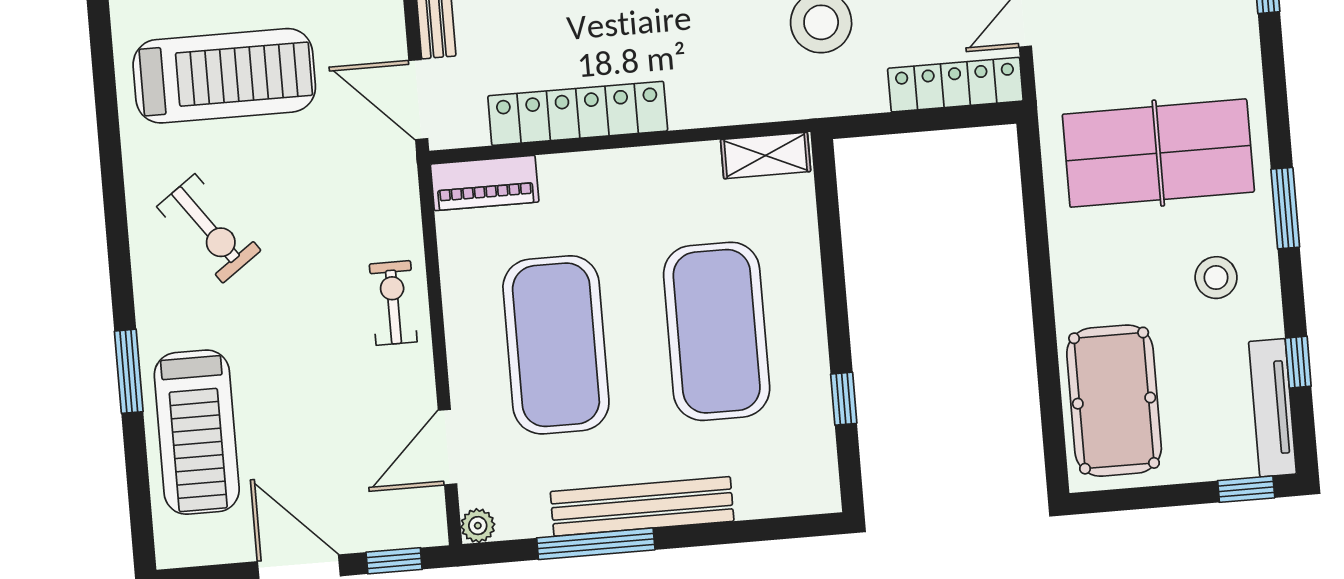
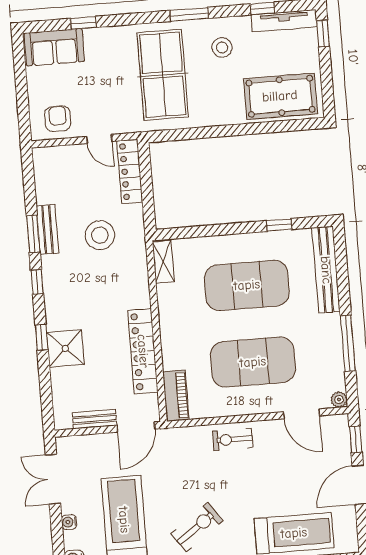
bench: (642, 506) -> (326, 270), moved

